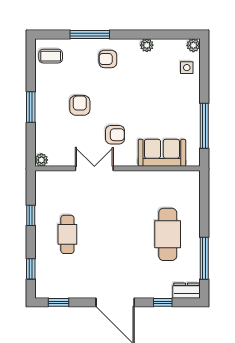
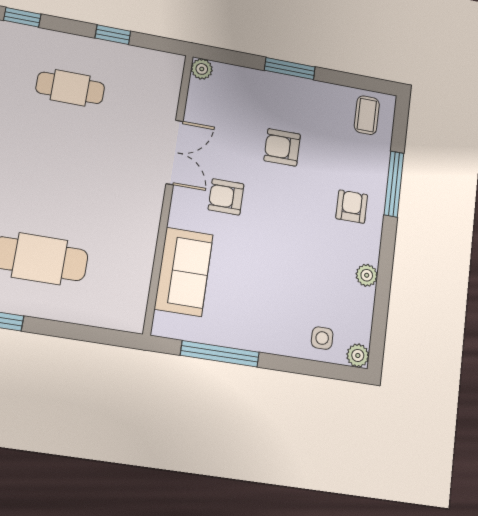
armchair: (80, 105) -> (282, 147), turned 180
armchair: (115, 135) -> (226, 197), turned 90

